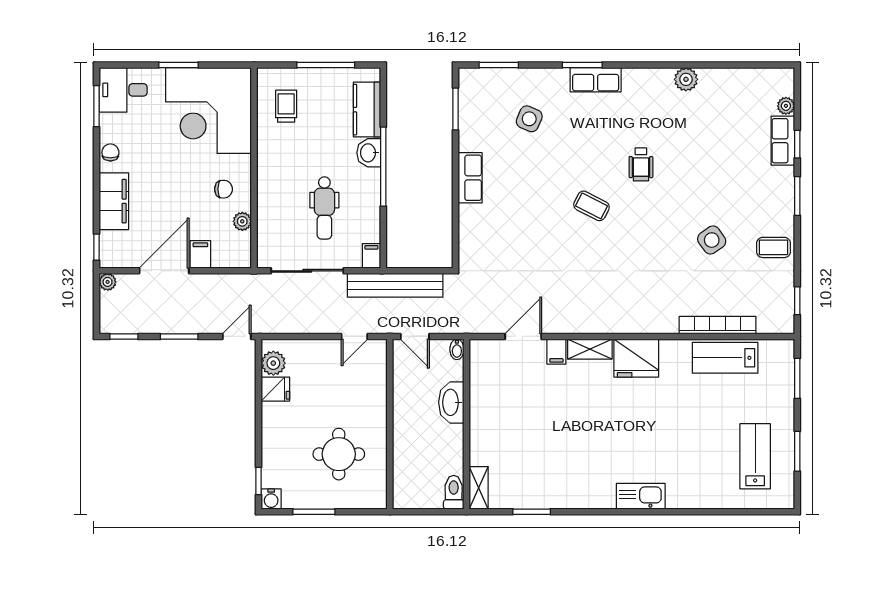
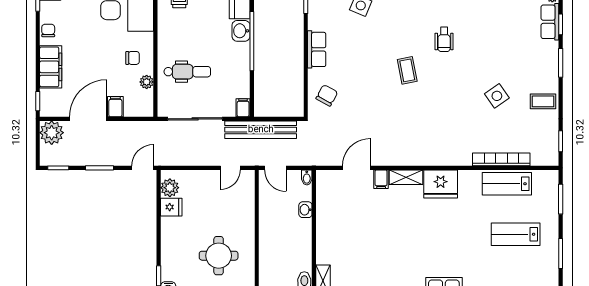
coffee table: (591, 206) -> (407, 70), turned 52
dental chair: (324, 208) -> (187, 72), moved, turned -90
chair: (484, 239) -> (327, 95), added
plant: (108, 282) -> (52, 133), width x1.88, depth x1.88
washbasin: (451, 402) -> (305, 210), width x0.52, depth x0.69
lab bench: (755, 456) -> (516, 234), moved, turned -90

